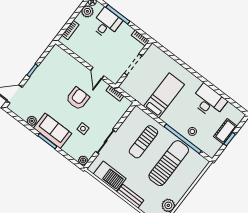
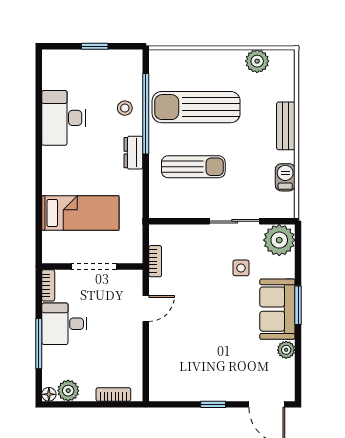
desk: (106, 23) -> (64, 324), moved
bed: (164, 95) -> (80, 213), moved, turned 180
armchair: (78, 98) -> (204, 309), removed
dresser: (170, 120) -> (133, 153), added
cot: (225, 131) -> (88, 61), removed
plant: (83, 160) -> (279, 240), width x1.88, depth x1.88
barbecue: (110, 176) -> (285, 177), width x0.53, depth x0.65

